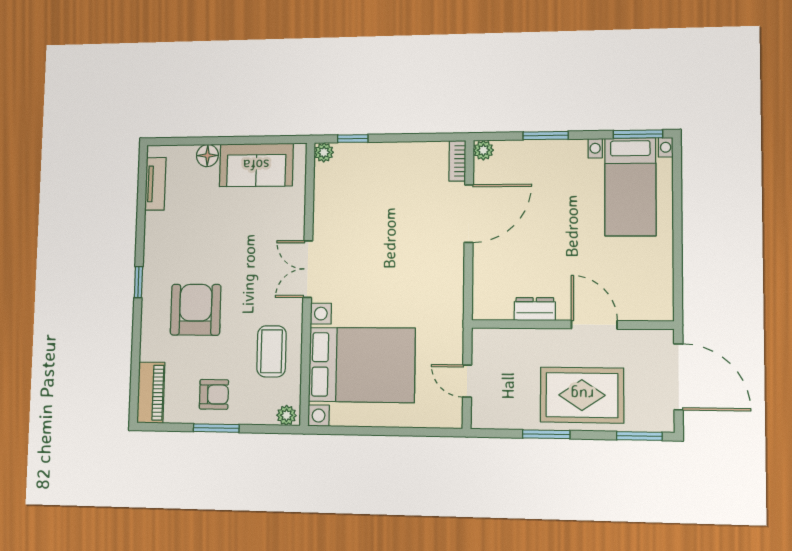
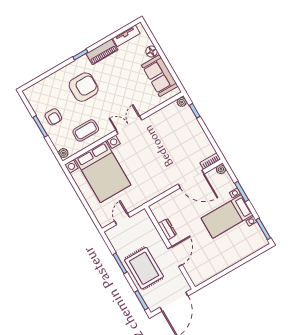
bed with nightstands: (630, 187) -> (227, 216), moved
piano: (151, 393) -> (102, 52), moved

